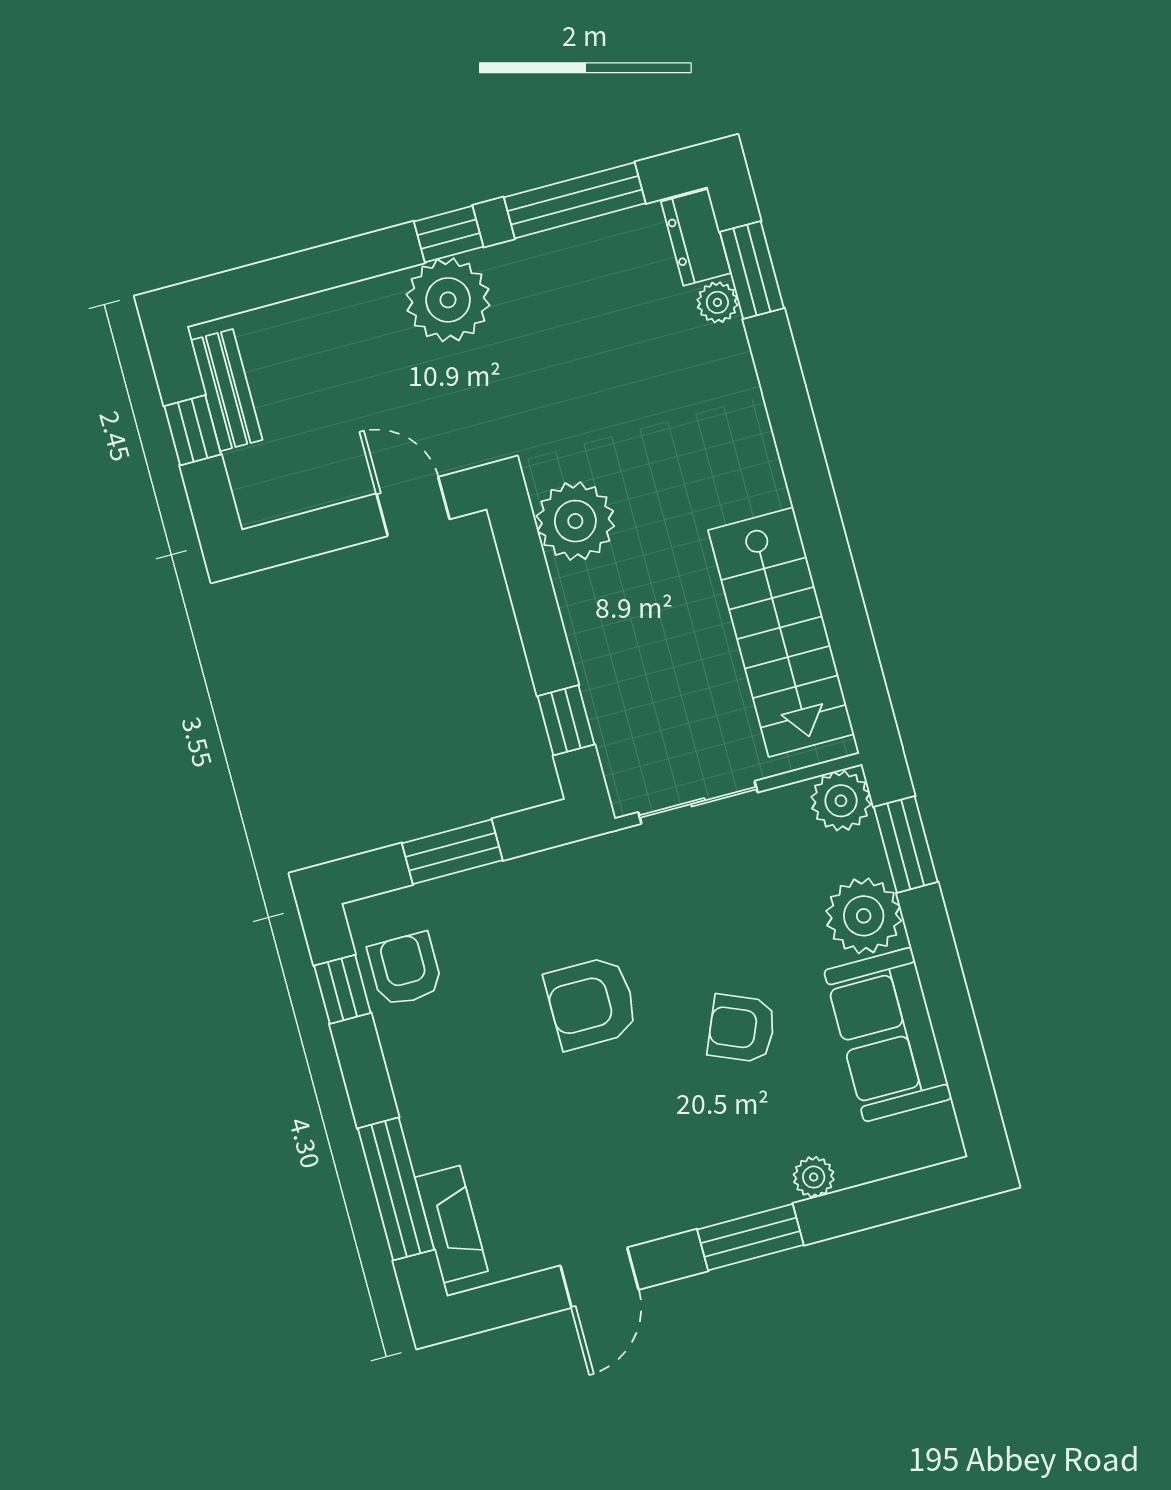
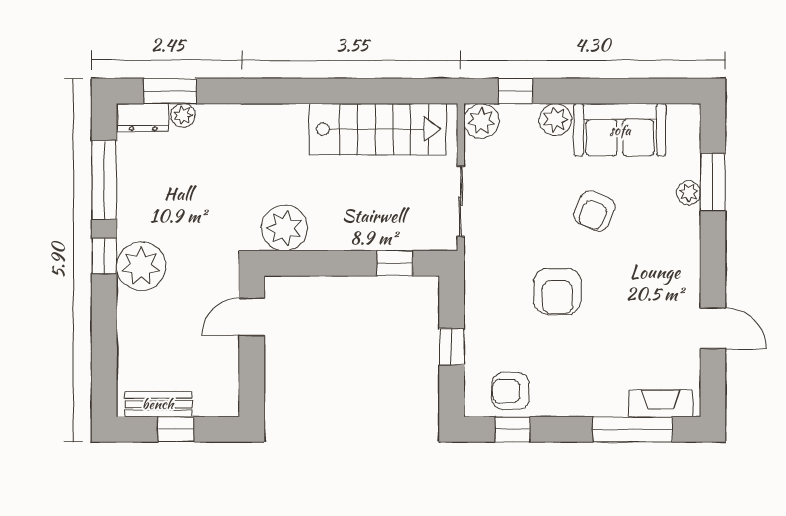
window: (906, 844) -> (516, 91), width x0.67
window: (452, 852) -> (452, 347), width x0.67
plant: (864, 916) -> (555, 120), width x0.73, depth x0.73
window: (750, 1237) -> (713, 182), moved

